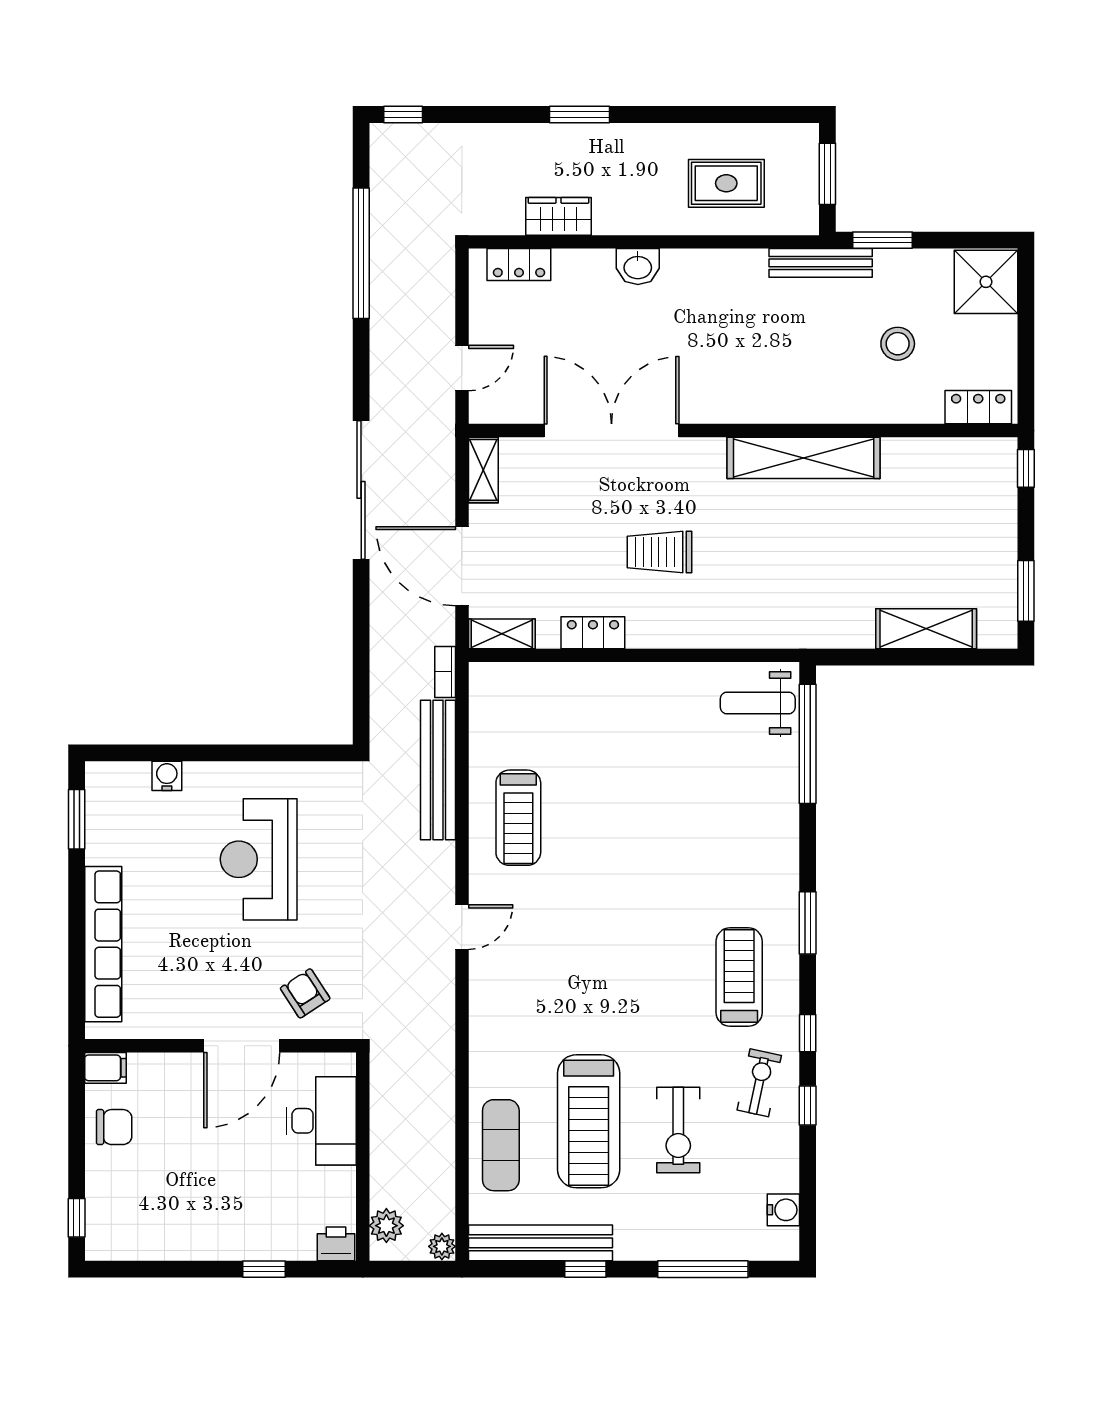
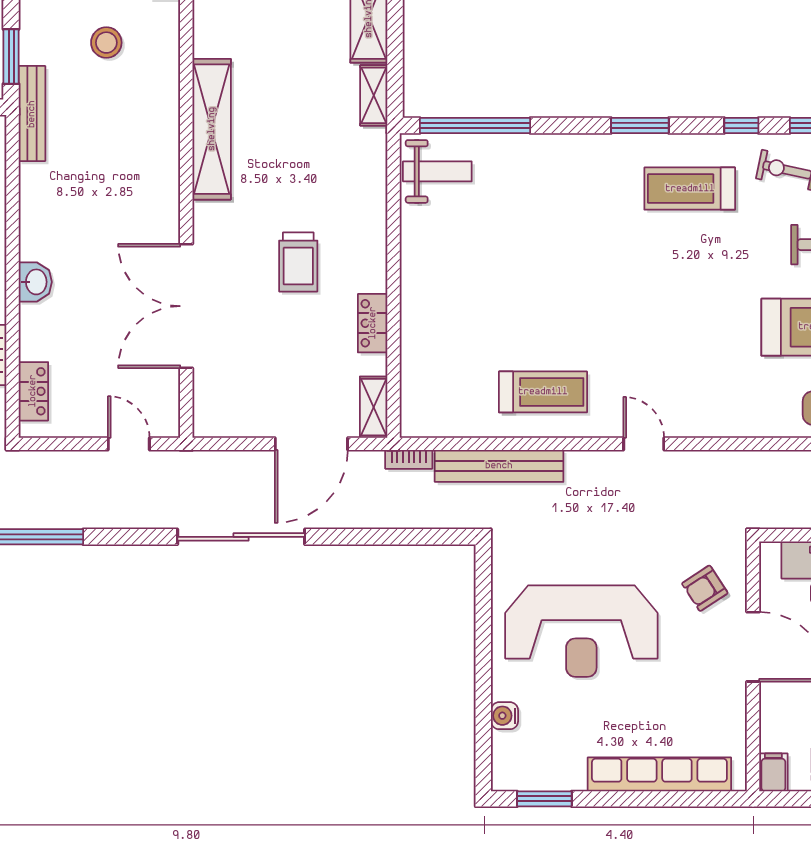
shelving: (483, 470) -> (374, 95), moved, turned 90
weight bench: (758, 703) -> (437, 171), turned -90
reception desk: (259, 859) -> (581, 631), width x1.36, depth x1.30

